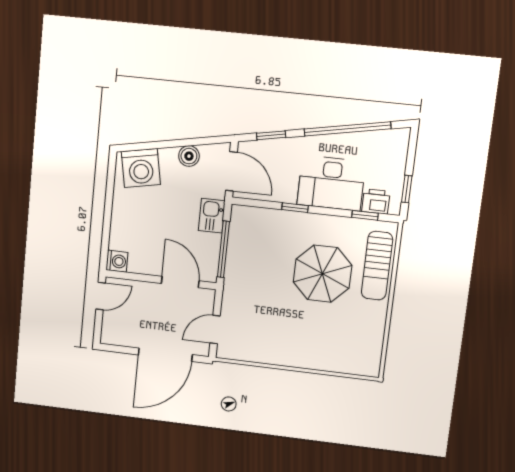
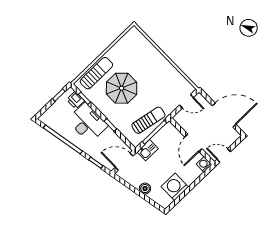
boiler: (189, 156) -> (145, 189), moved
washing machine: (141, 168) -> (175, 187), moved, turned -79
door: (231, 171) -> (124, 162), hinge flipped
sun lounger: (246, 259) -> (148, 120), added
door: (180, 282) -> (193, 143), moved
door: (165, 355) -> (224, 115), moved

